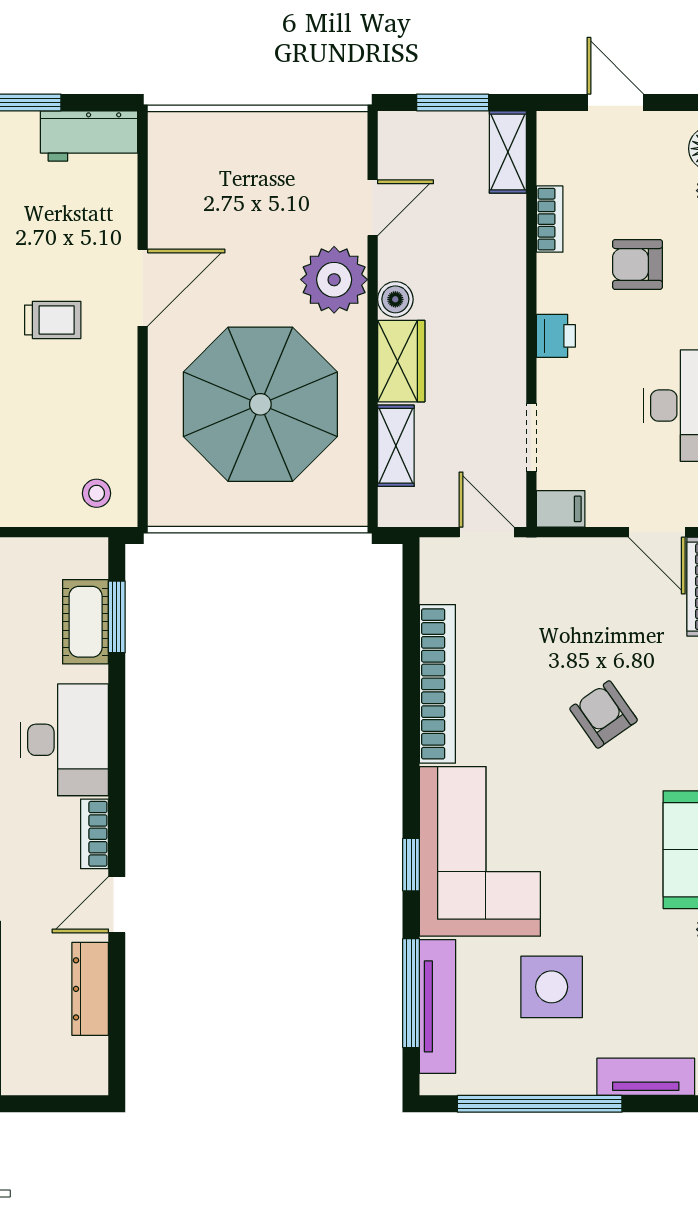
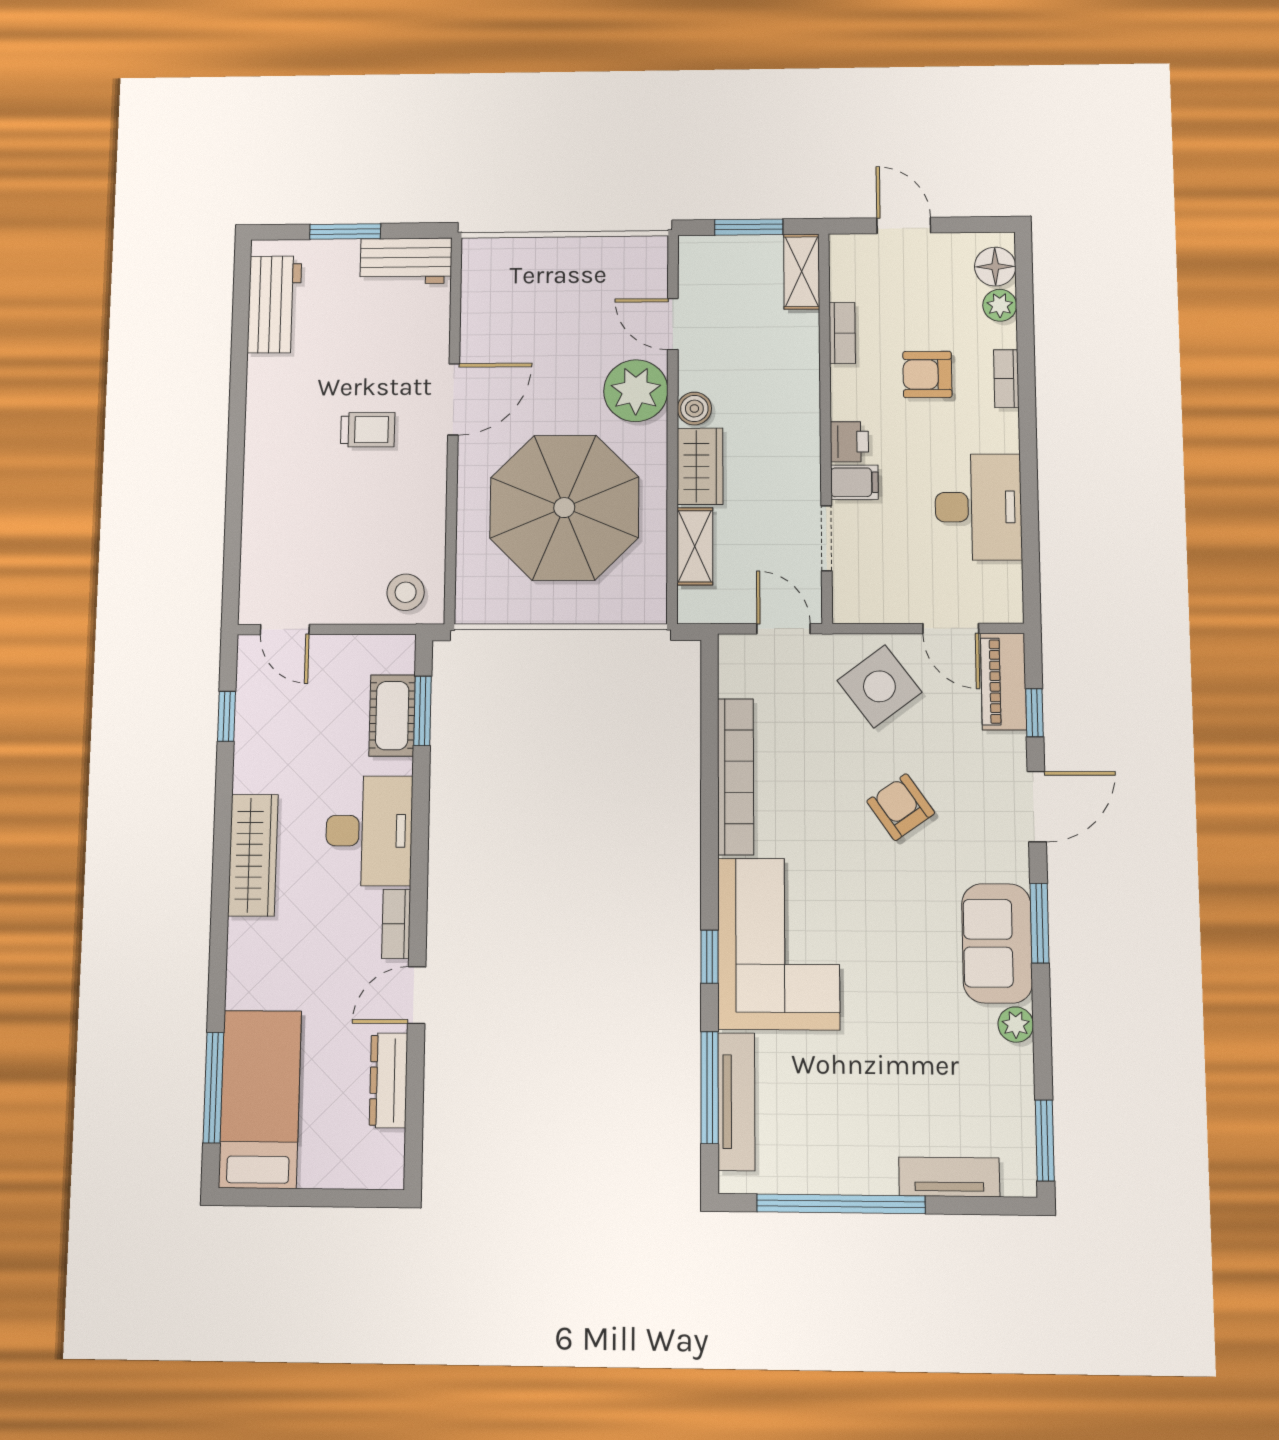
door: (373, 208) -> (673, 324), swing flipped
stool: (97, 493) -> (406, 592), width x1.37, depth x1.37
filing cabinet: (561, 509) -> (854, 482), moved
side table: (552, 987) -> (879, 686), moved, turned -37

